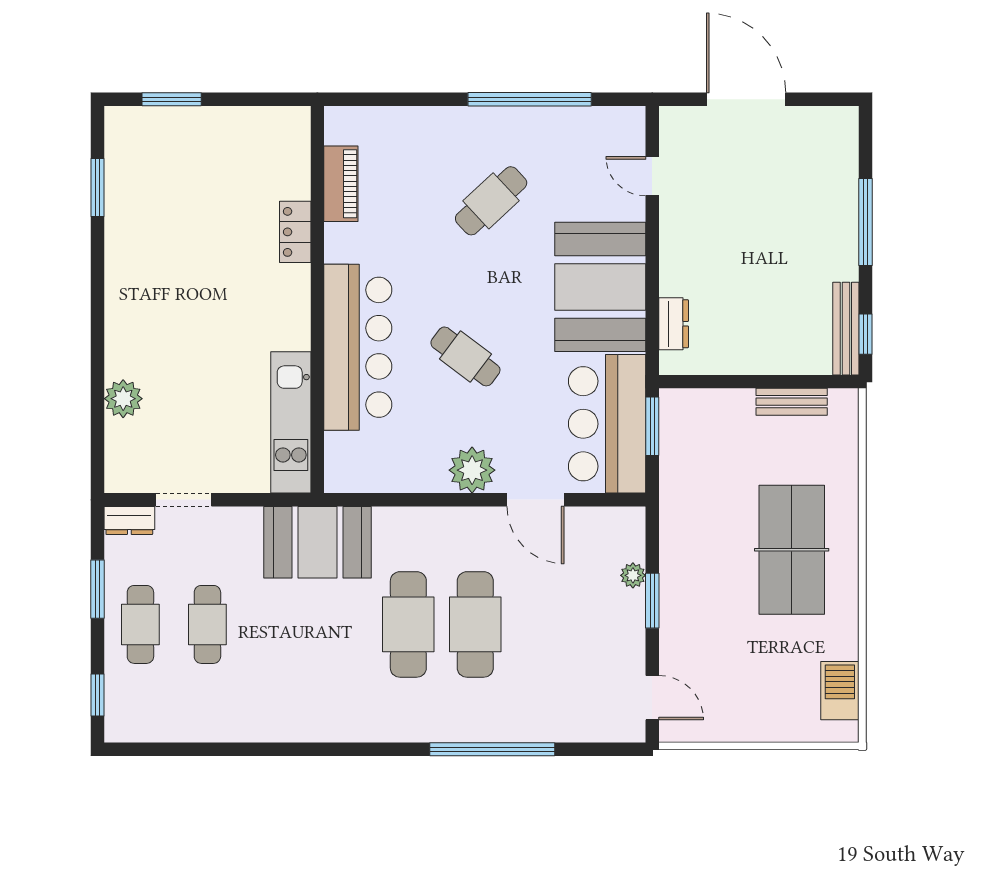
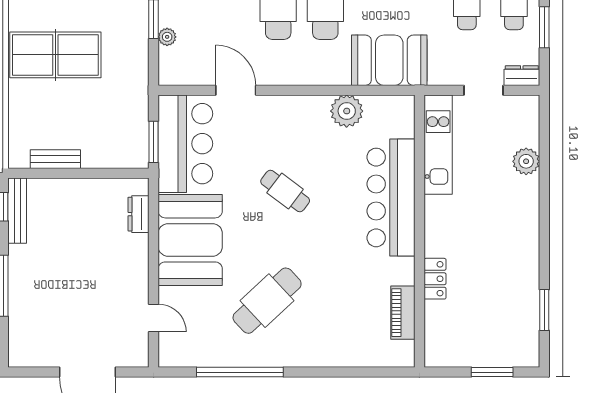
piano: (341, 184) -> (403, 313), moved
cafe table: (491, 201) -> (267, 301), width x1.37, depth x1.35
locker: (295, 232) -> (435, 279), moved
wall: (317, 300) -> (419, 231), moved
bar counter: (358, 347) -> (391, 197), moved
kitchen unit: (291, 422) -> (438, 145), moved
plant: (472, 470) -> (347, 111), moved
table tennis table: (792, 550) -> (55, 55), turned 90

